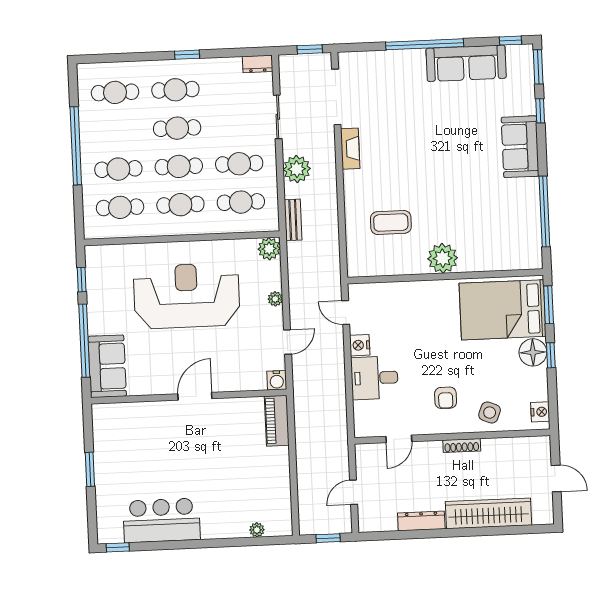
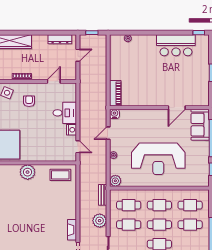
coffee table: (391, 223) -> (60, 175), moved
door: (195, 396) -> (177, 108), moved
dresser: (421, 521) -> (60, 39), moved

